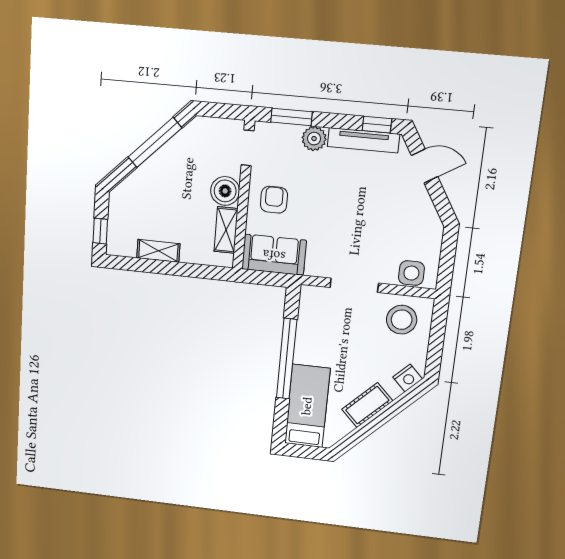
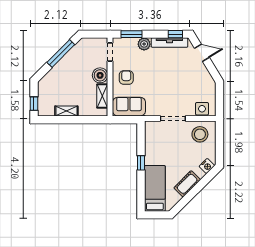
window: (287, 359) -> (141, 163), width x0.32

